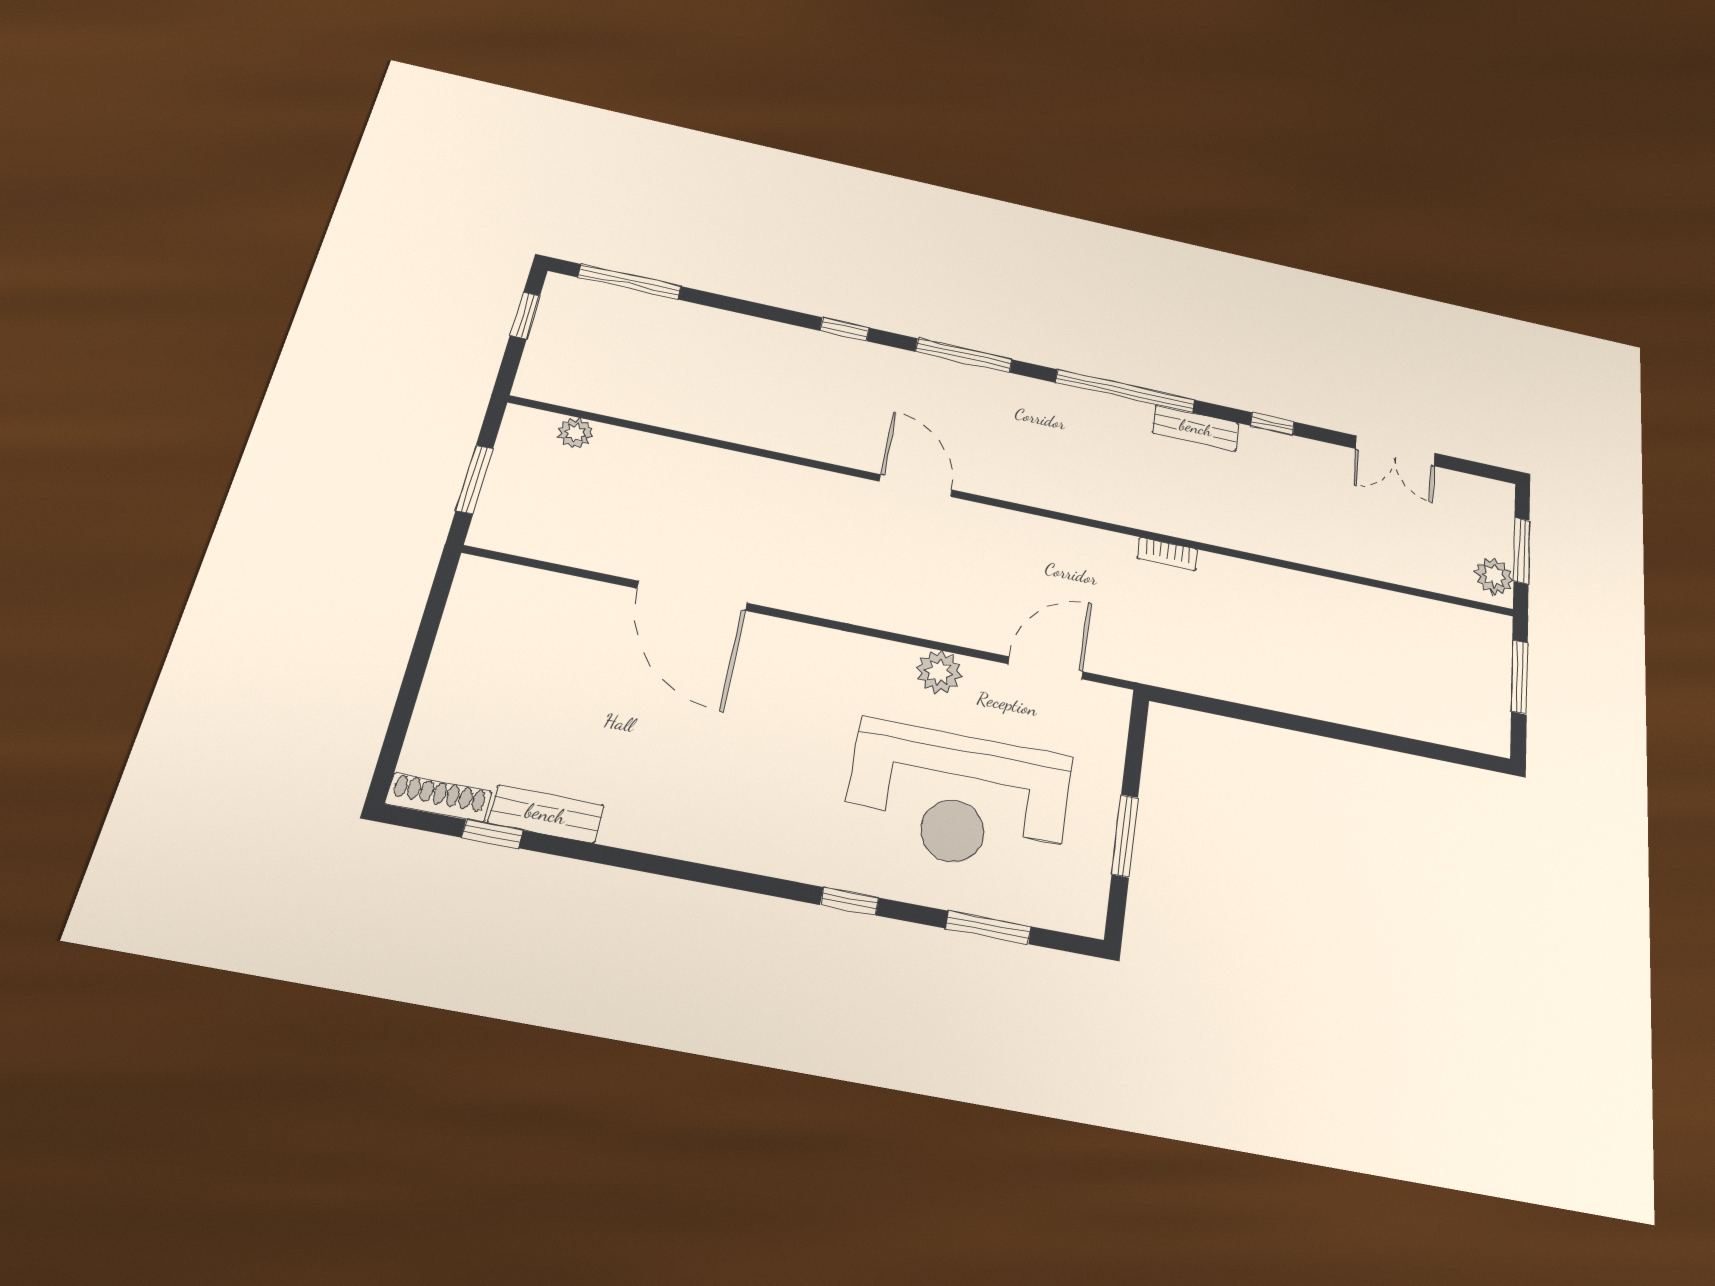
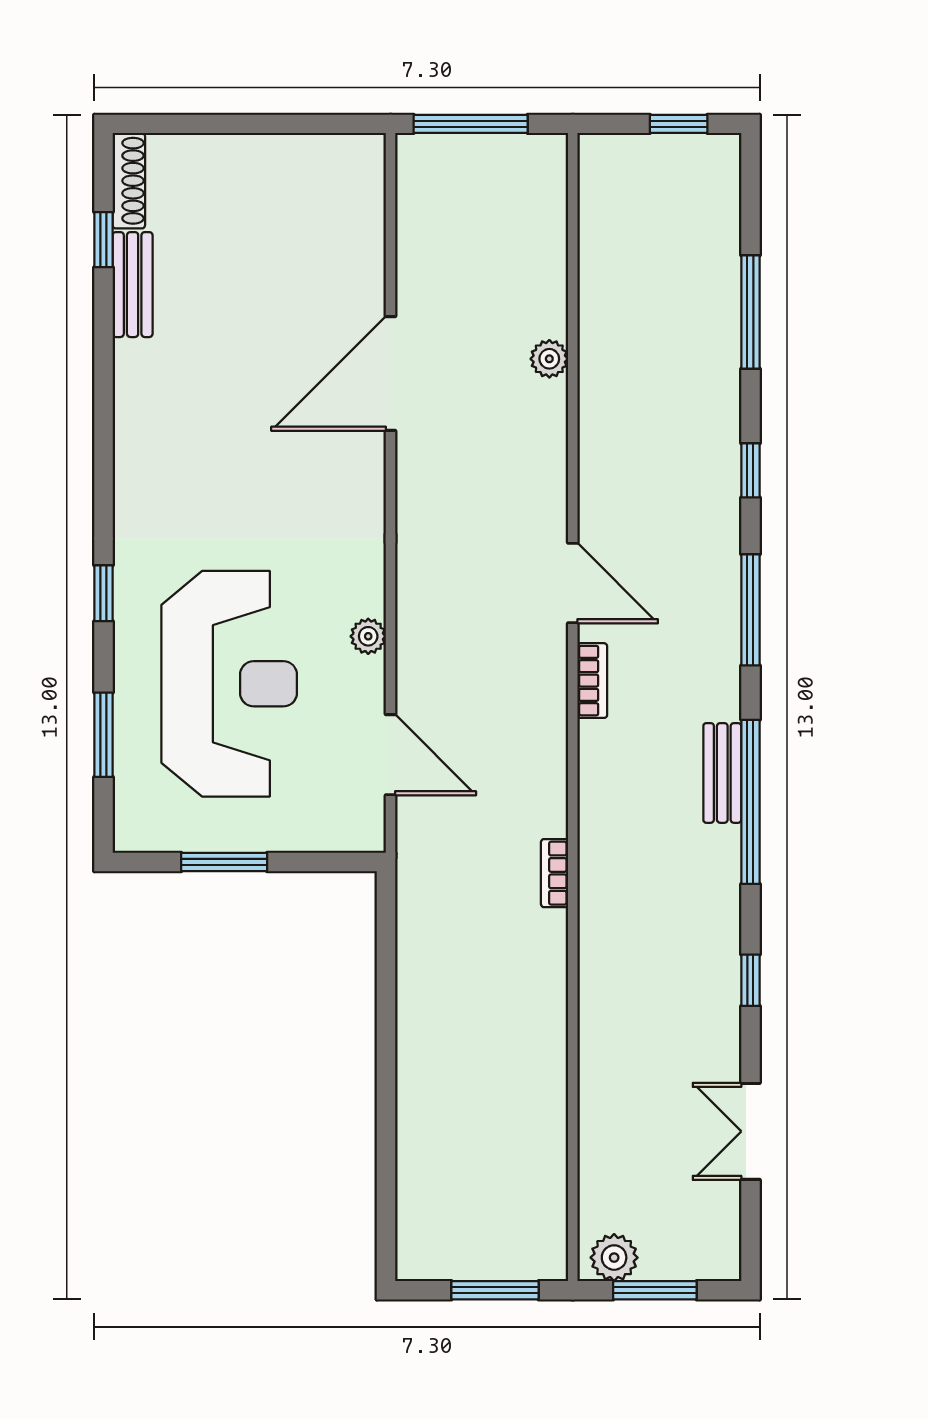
window: (629, 282) -> (750, 312), moved
bench: (1196, 428) -> (722, 773), moved
plant: (575, 433) -> (549, 359), moved
window: (474, 479) -> (471, 124), width x1.44
door: (916, 486) -> (573, 583), hinge flipped
bookcase: (1004, 489) -> (592, 681), added
plant: (939, 672) -> (368, 636), width x0.73, depth x0.73
reception desk: (958, 798) -> (229, 684), turned 180

